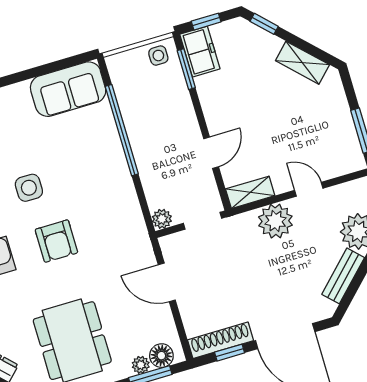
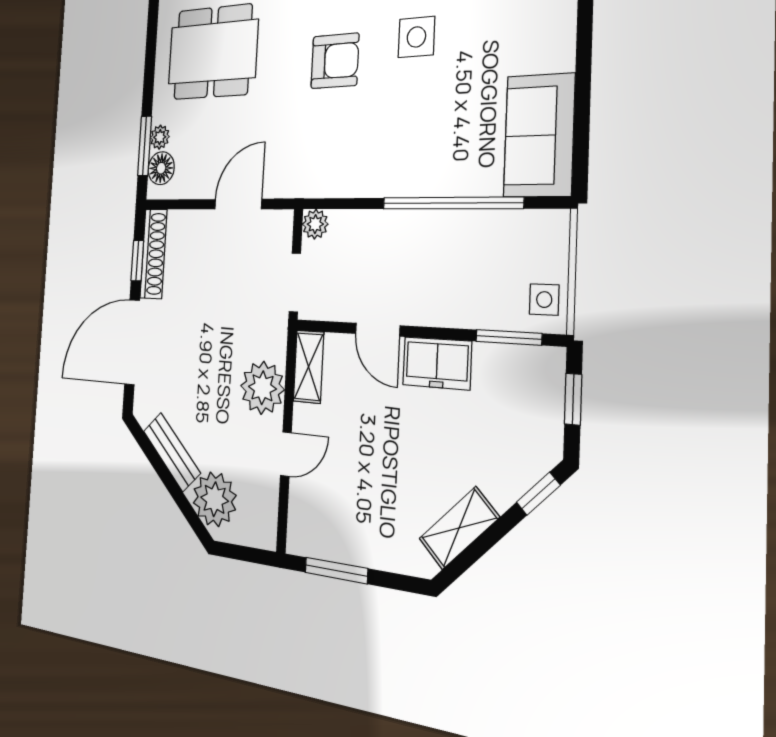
freezer: (200, 52) -> (437, 363), moved
armchair: (56, 241) -> (335, 61), turned 180

